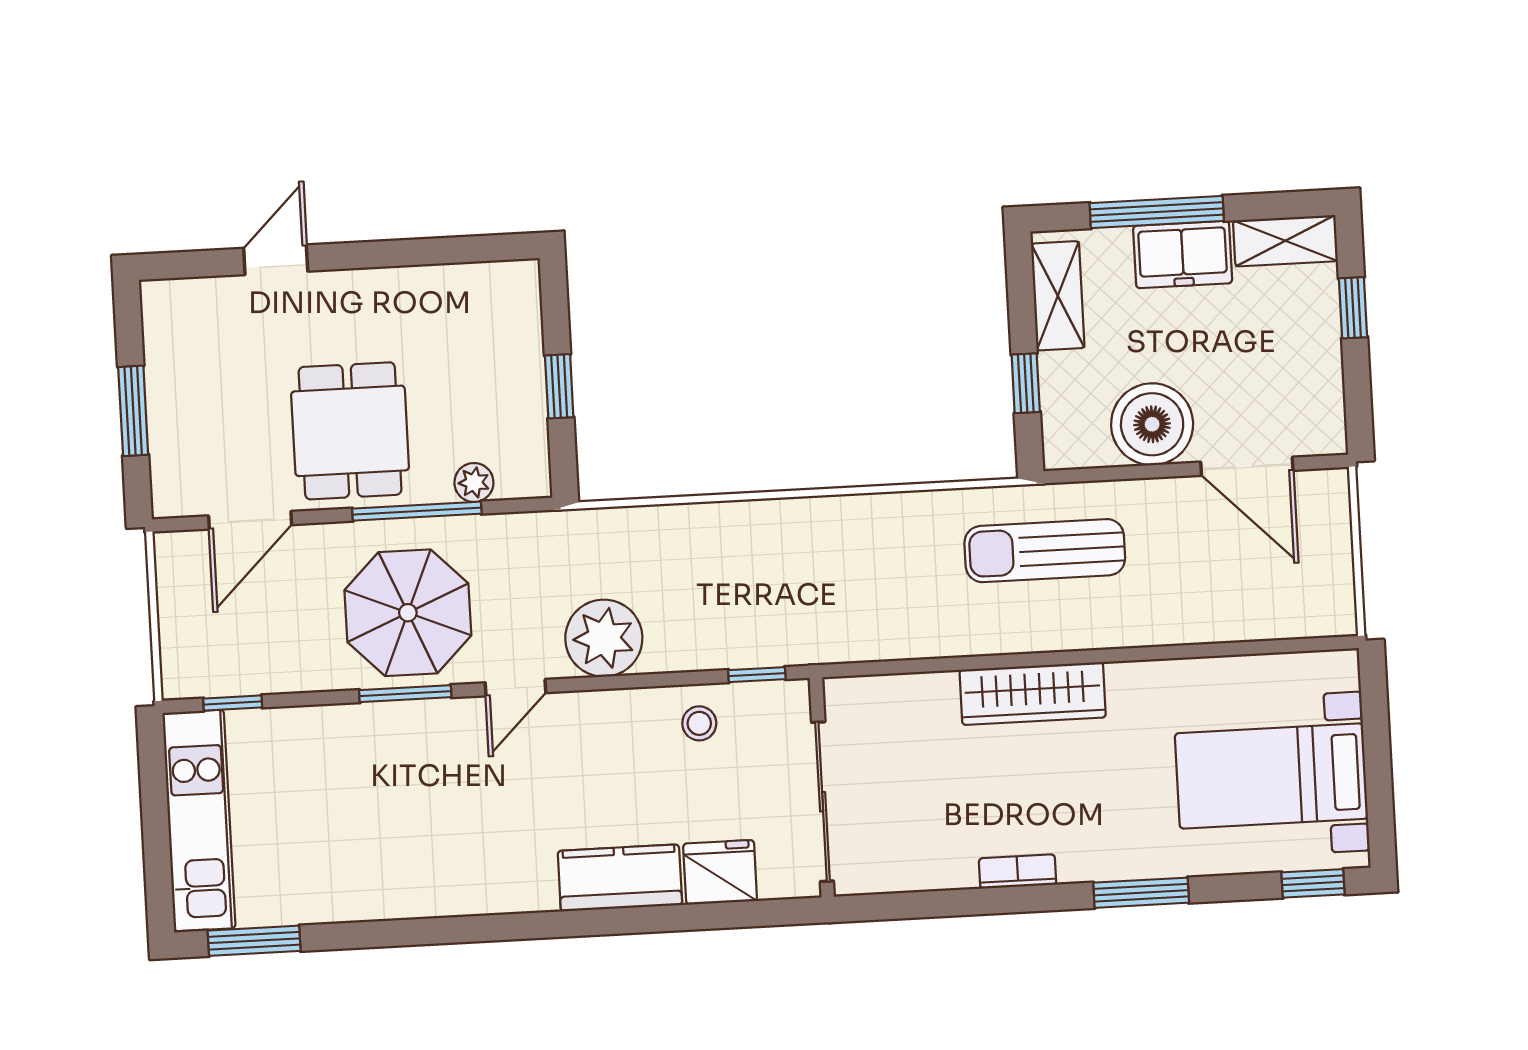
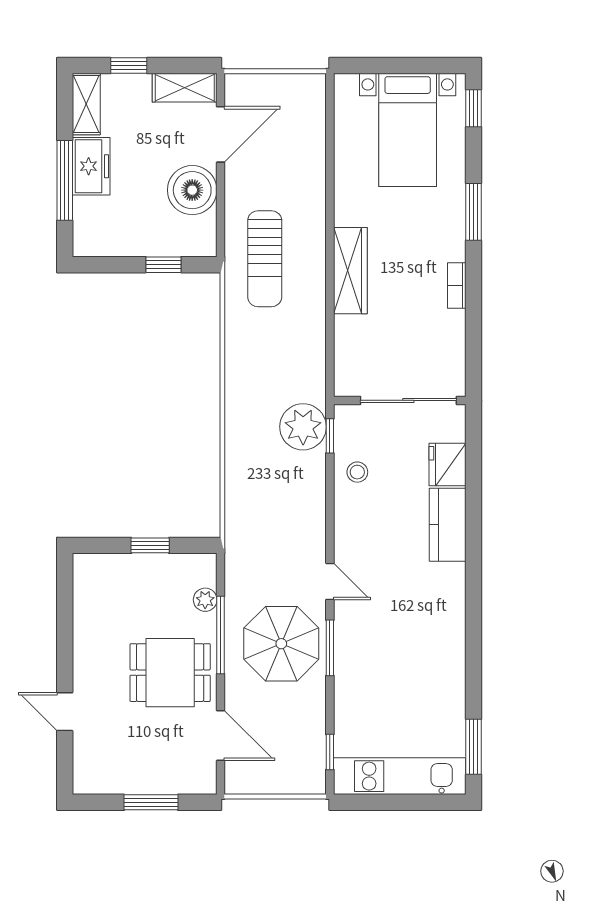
shelving: (1058, 296) -> (185, 88), moved
plant: (604, 638) -> (303, 427), moved

